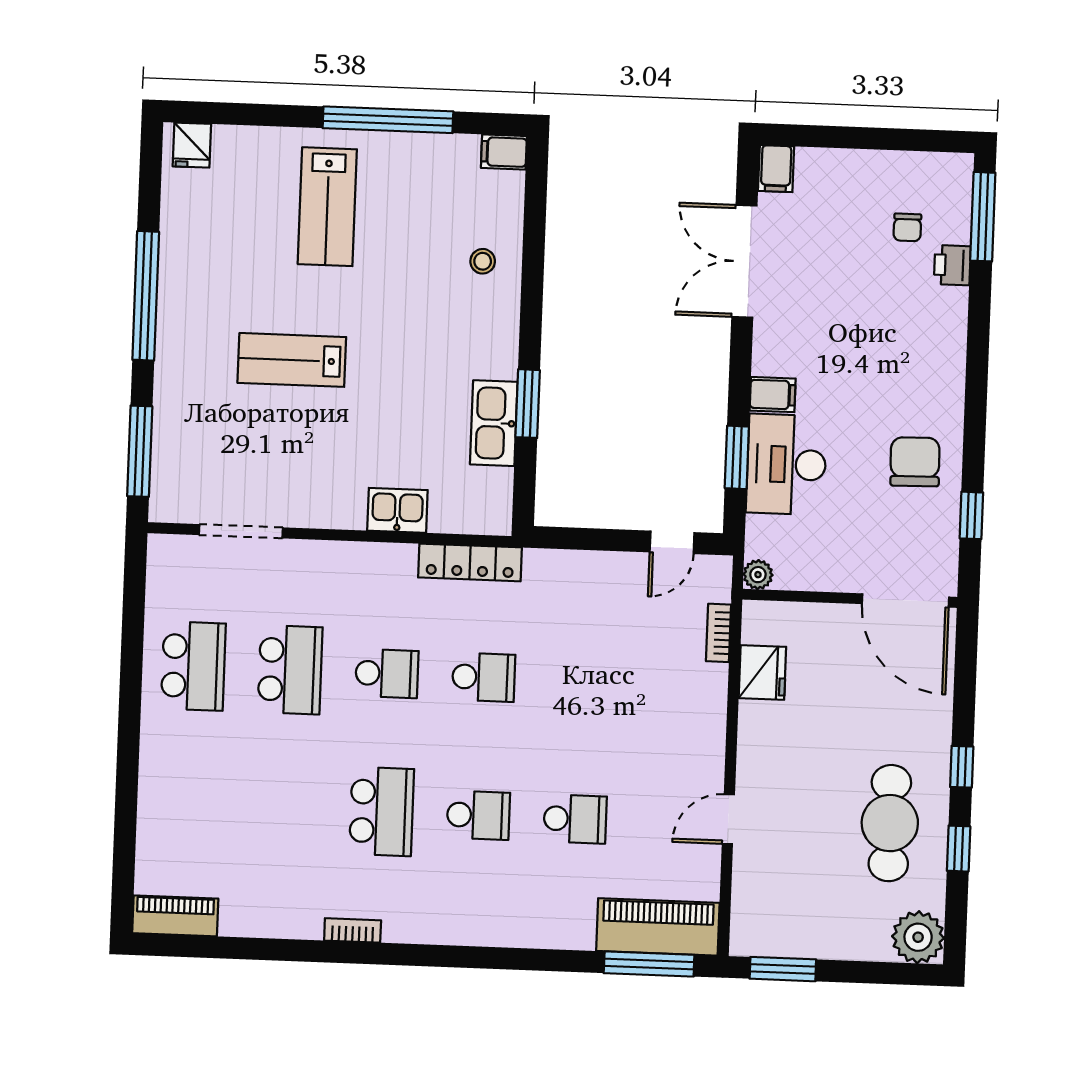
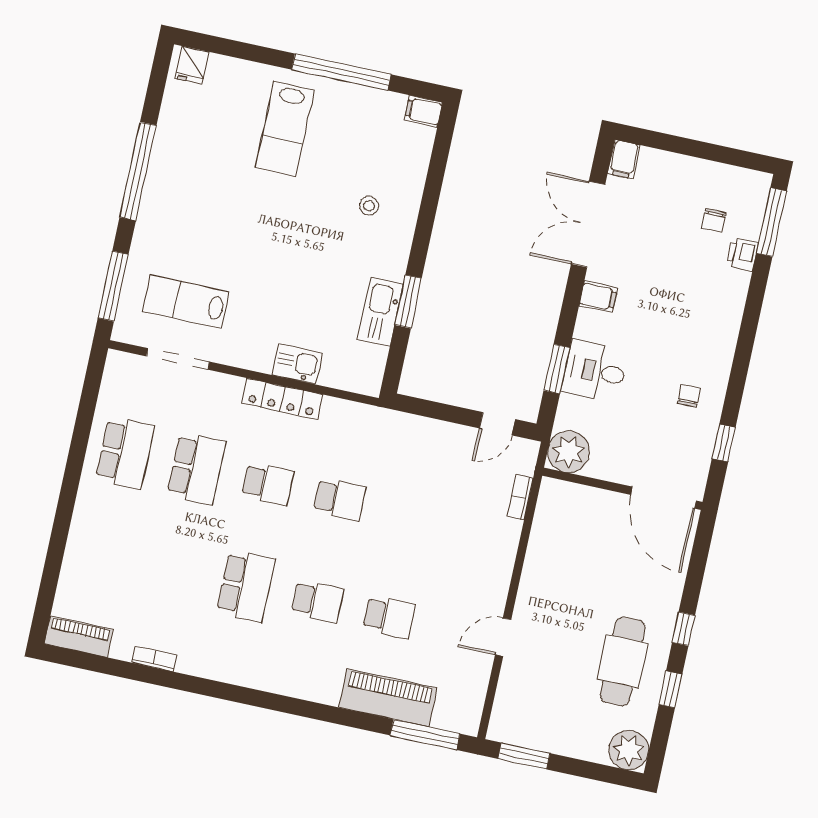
stool: (483, 261) -> (369, 206), moved
lab bench: (292, 360) -> (186, 302), moved
filing cabinet: (773, 395) -> (598, 297), moved
chair: (915, 462) -> (689, 396), width x0.54, depth x0.54
desk: (786, 464) -> (595, 371), width x0.73
locker: (470, 562) -> (282, 399), moved
plant: (758, 575) -> (569, 452), width x1.88, depth x1.88
fridge: (762, 672) -> (548, 532), removed
piano: (658, 927) -> (388, 698), moved
bookcase: (353, 930) -> (154, 659), moved

